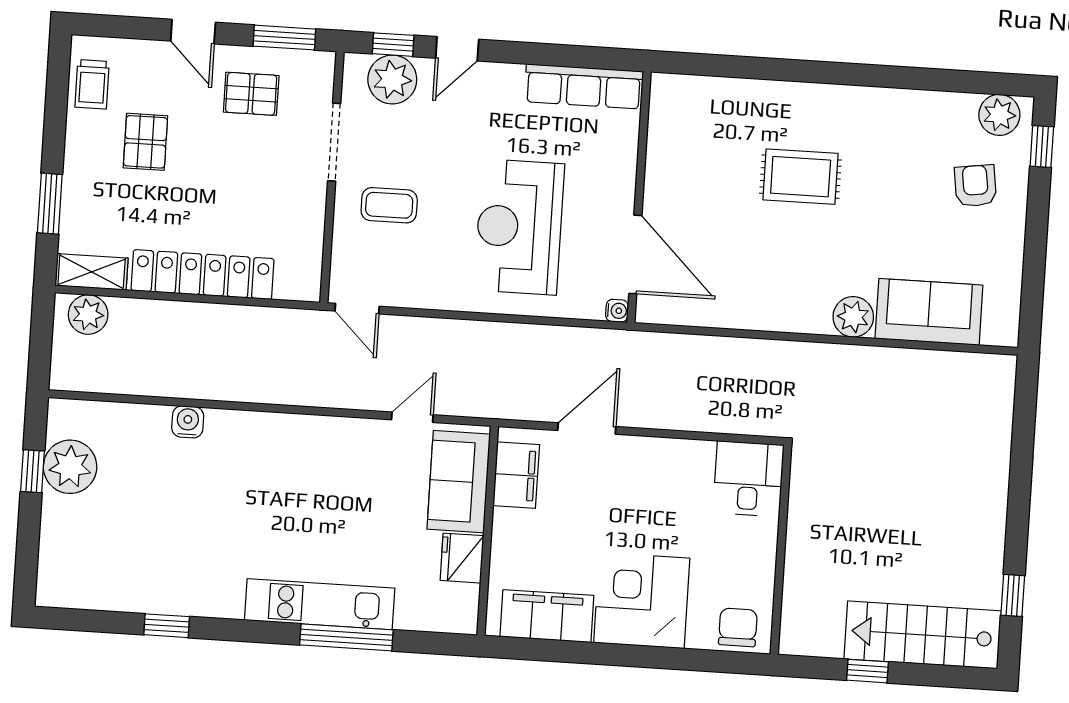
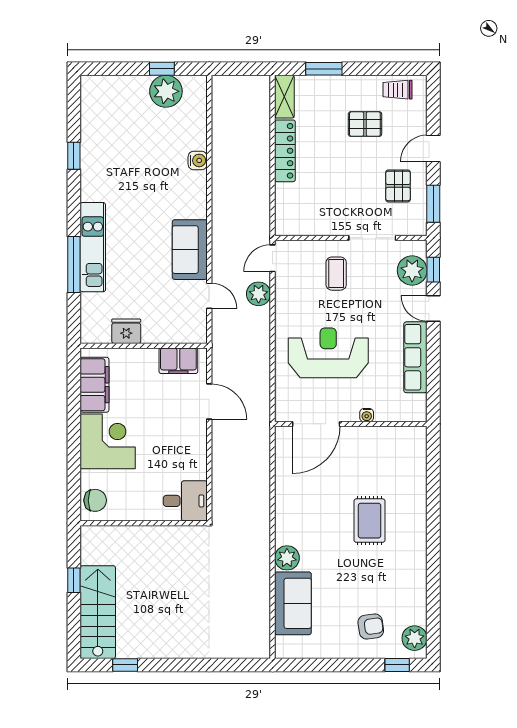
row of seats: (584, 86) -> (415, 357), moved
locker: (203, 275) -> (285, 151), width x0.71, depth x0.83
water cooler: (617, 311) -> (367, 415), moved
plant: (88, 315) -> (259, 294), moved
sofa: (459, 482) -> (190, 250), moved, turned -90

